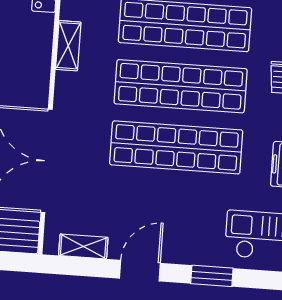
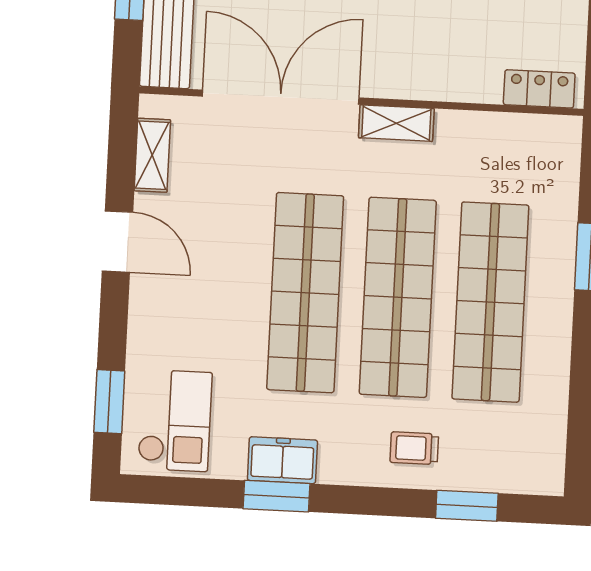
shelving: (68, 46) -> (396, 123), moved
window: (212, 276) -> (109, 402), moved

